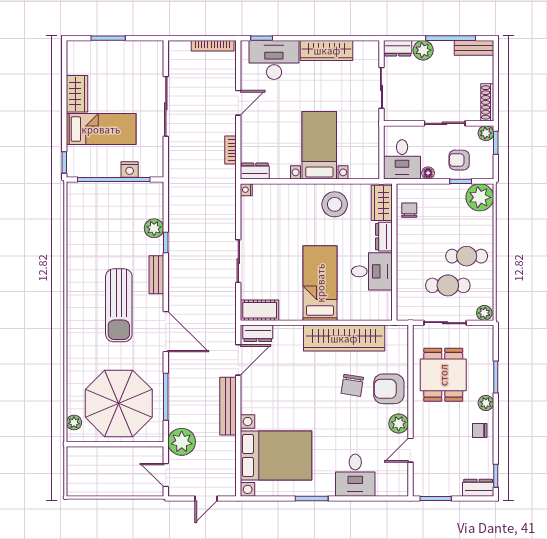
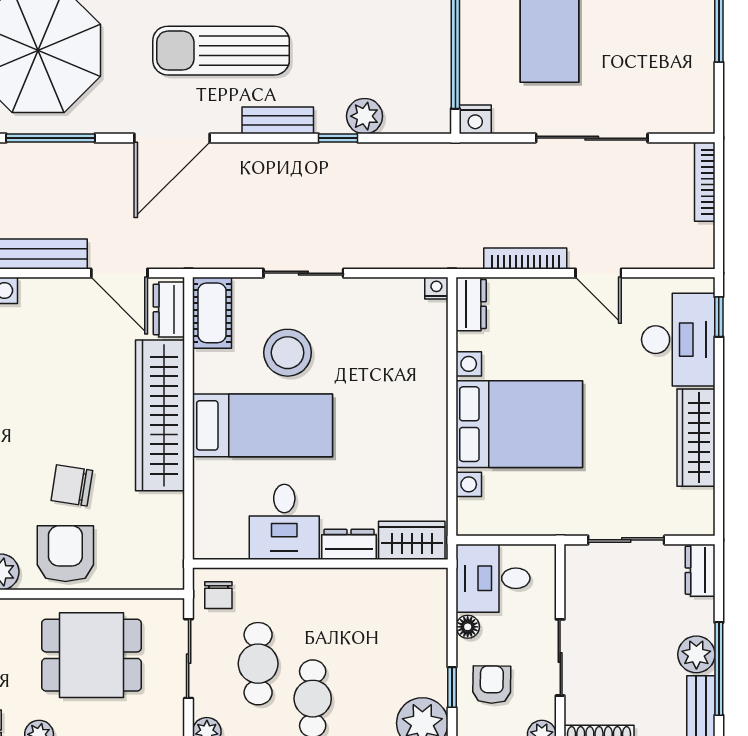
bookcase: (213, 46) -> (705, 182), moved
plant: (423, 50) -> (696, 654), moved
bed with nightstands: (319, 145) -> (519, 424), width x1.36
bookcase: (230, 150) -> (525, 259), width x1.56
nightstand: (130, 170) -> (475, 119), moved, turned -90
stool: (335, 204) -> (288, 353), moved
chair: (409, 210) -> (218, 595), moved, turned 90
wardrobe: (344, 338) -> (160, 415), moved

